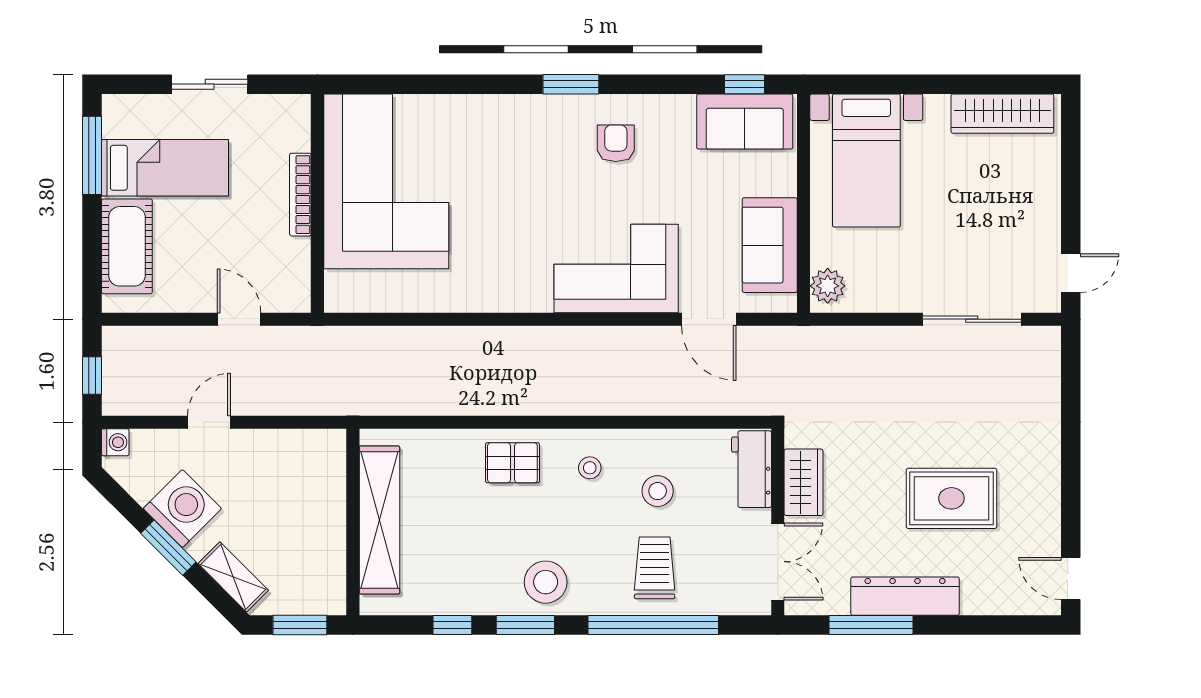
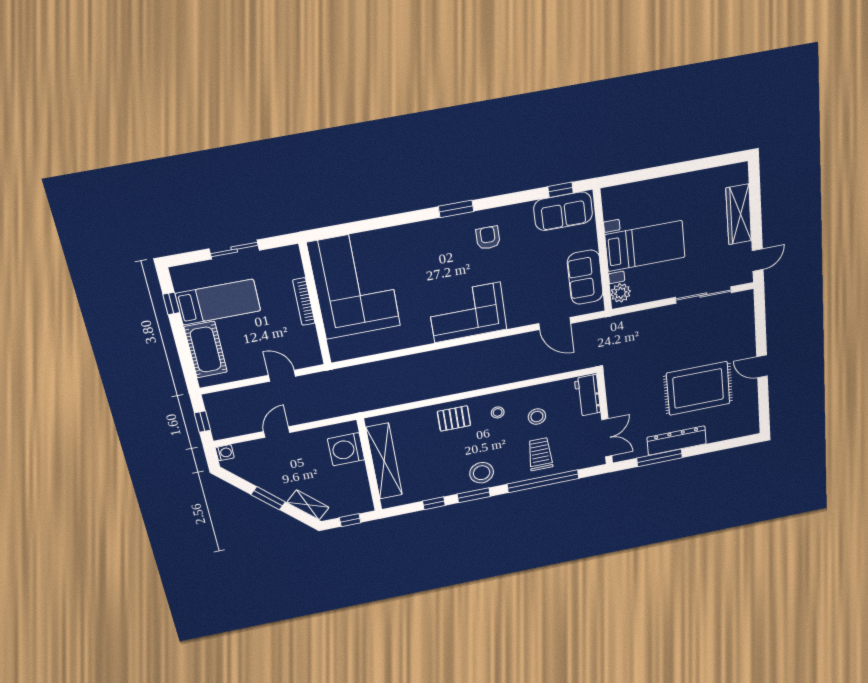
wardrobe: (1002, 114) -> (739, 214), moved, turned 90
window: (92, 155) -> (171, 304), width x0.46
bed with nightstands: (866, 161) -> (645, 246), moved, turned -90
corner sofa: (616, 268) -> (467, 312), moved
wardrobe: (804, 482) -> (617, 396), removed
rug: (951, 498) -> (698, 388), width x1.37, depth x1.44
washing machine: (182, 508) -> (346, 449), moved, turned -135
door: (1071, 579) -> (762, 366), moved
window: (300, 625) -> (350, 520), width x0.67

